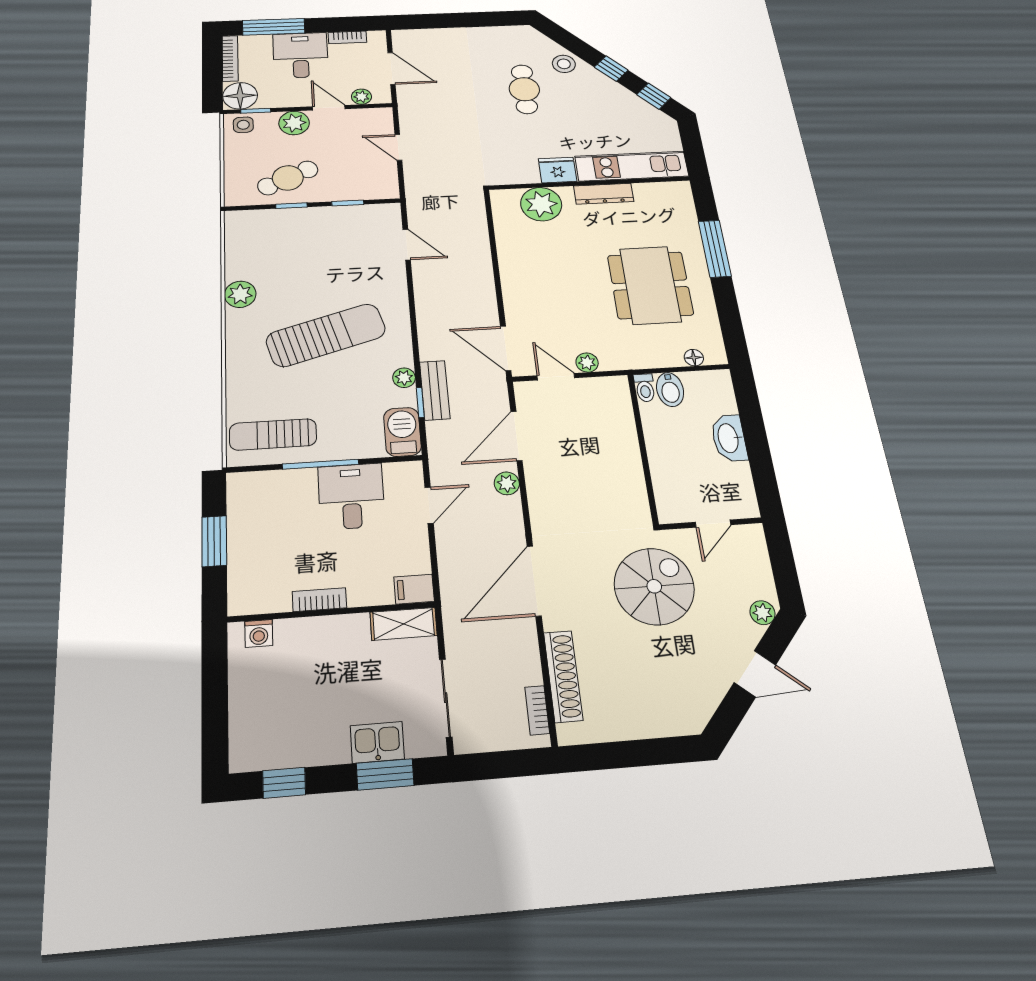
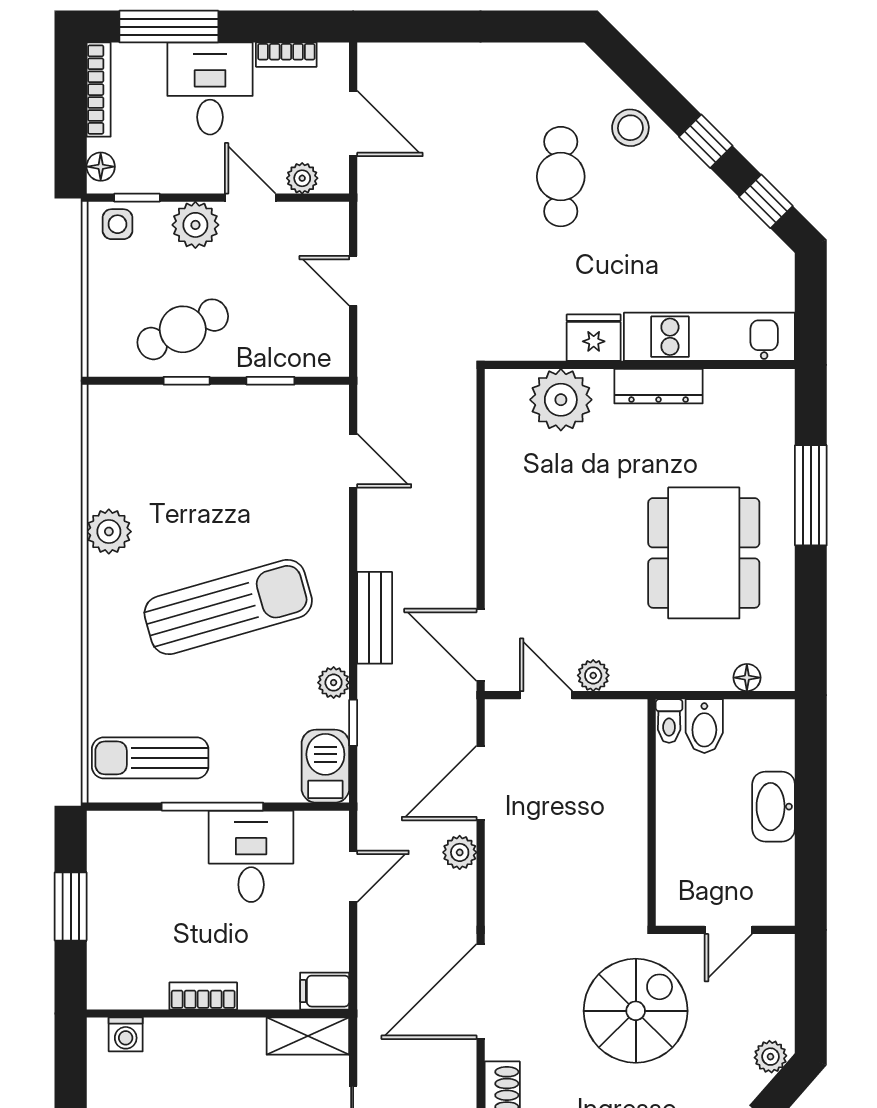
floor lamp: (240, 96) -> (101, 167), width x0.53, depth x0.53
bench: (435, 390) -> (375, 618), moved

